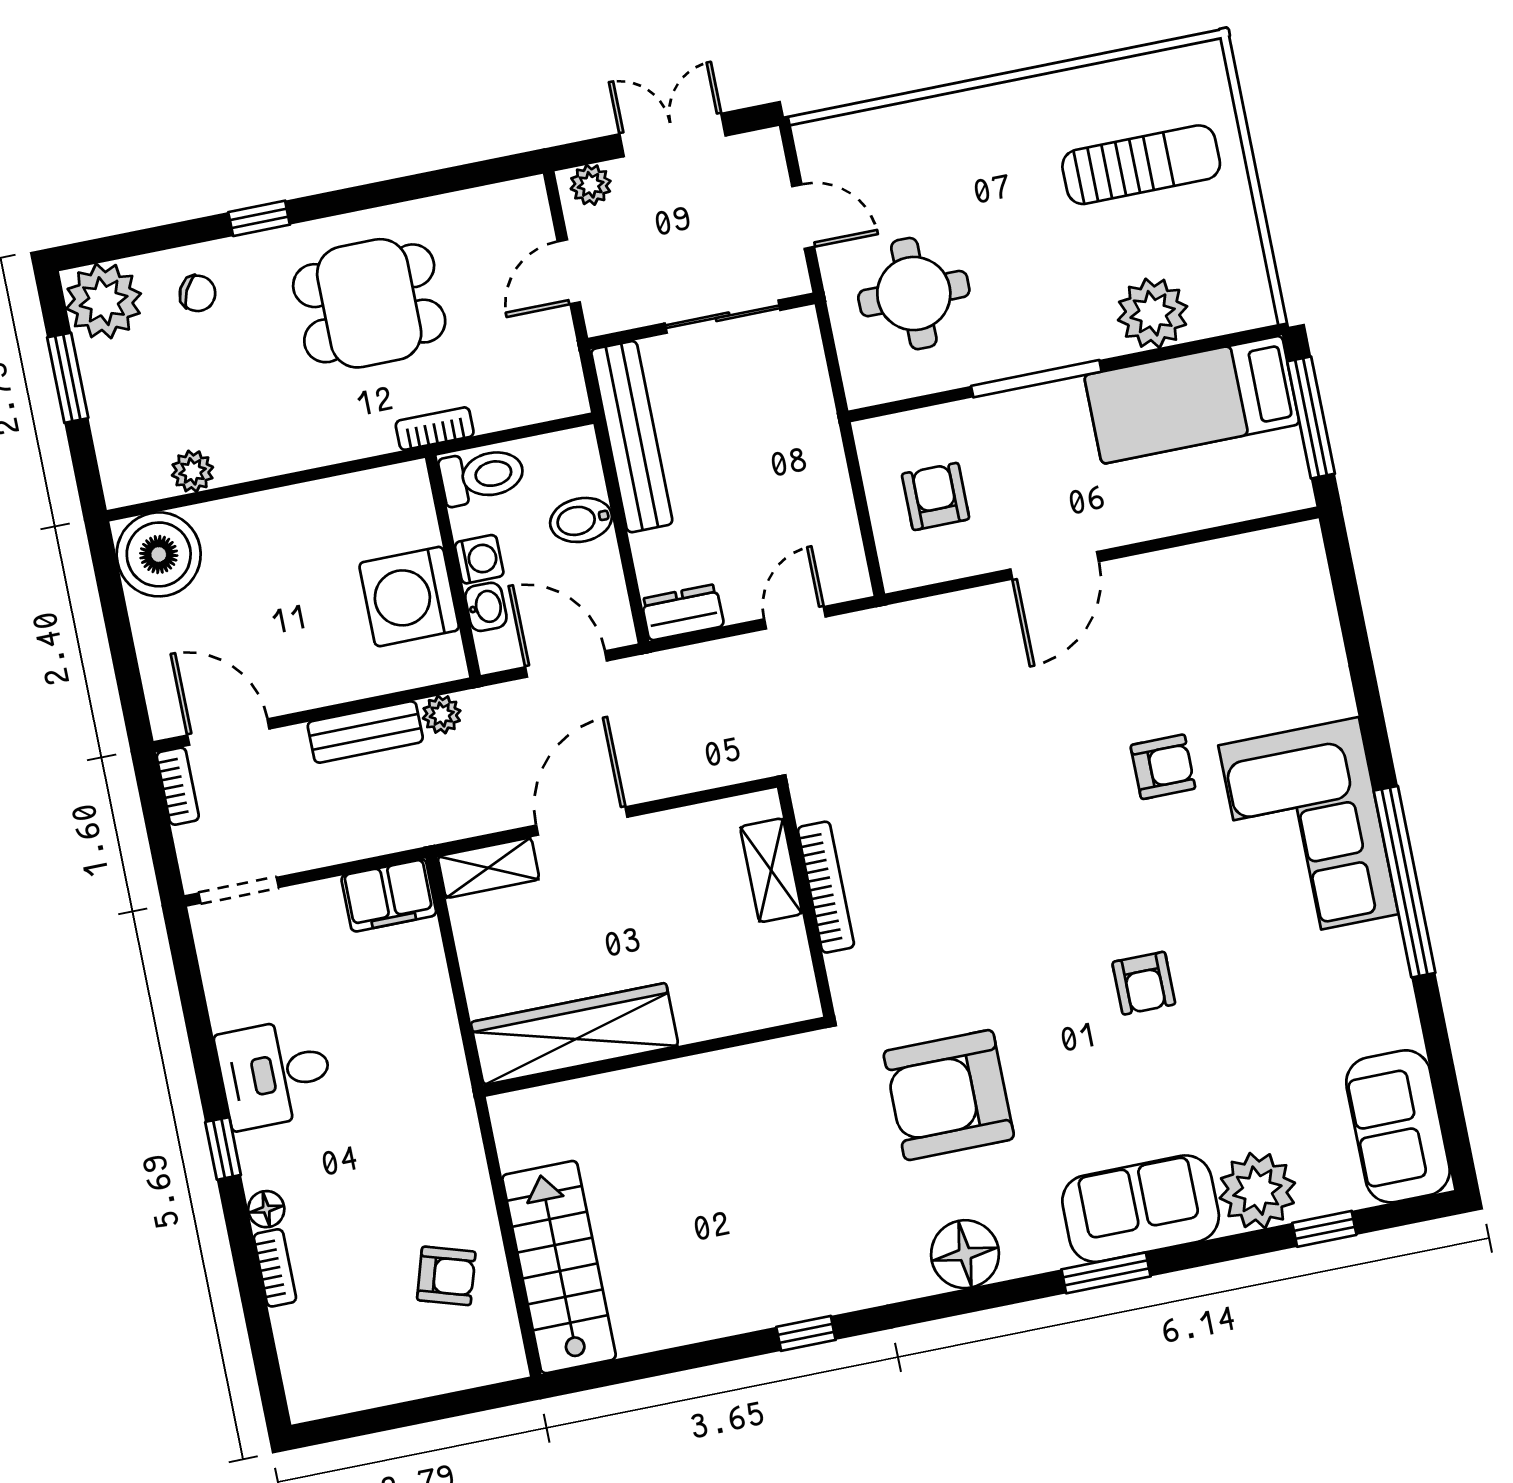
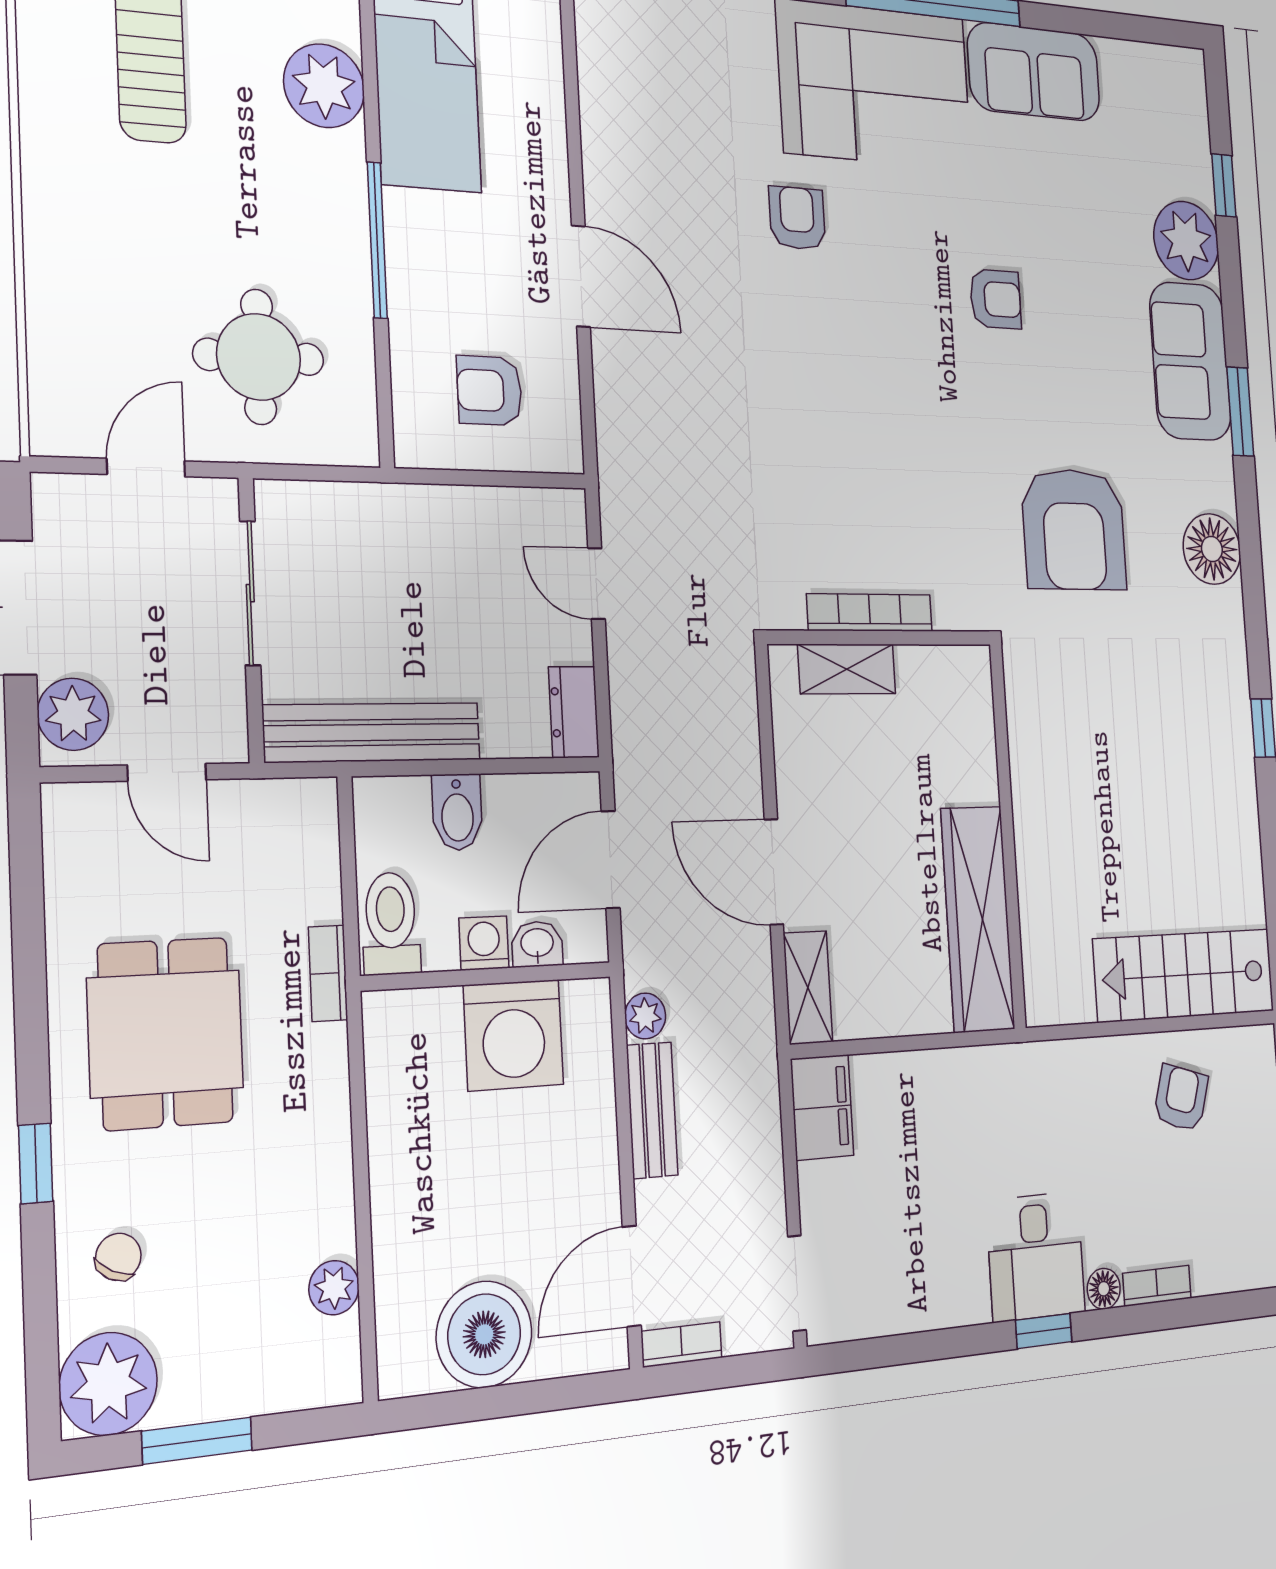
plant: (591, 185) -> (73, 714), width x1.38, depth x1.38
boiler: (159, 554) -> (484, 1334), moved
desk: (275, 1073) -> (1036, 1256), moved
sofa: (1398, 1126) -> (1034, 72), moved

